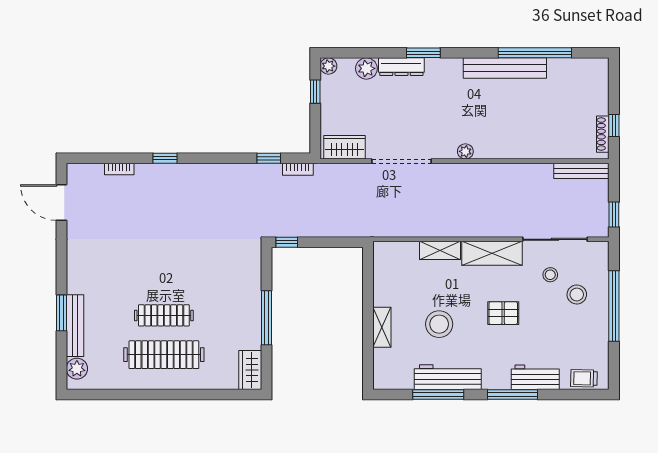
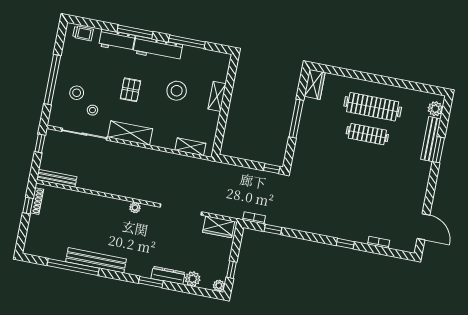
shelving: (440, 250) -> (190, 147), moved
pallet: (503, 313) -> (130, 90), turned 90
workbench: (448, 377) -> (158, 49), moved

